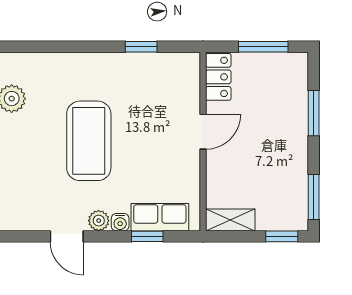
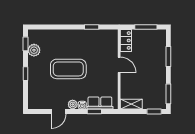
door: (203, 132) -> (119, 65), hinge flipped
coffee table: (89, 141) -> (68, 69), turned 90
door: (67, 236) -> (58, 111), hinge flipped

